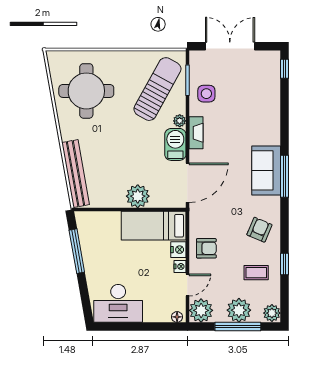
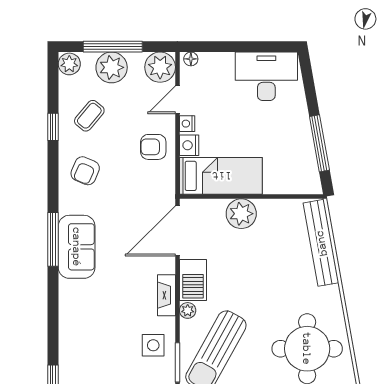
coffee table: (256, 273) -> (89, 116), turned -50

